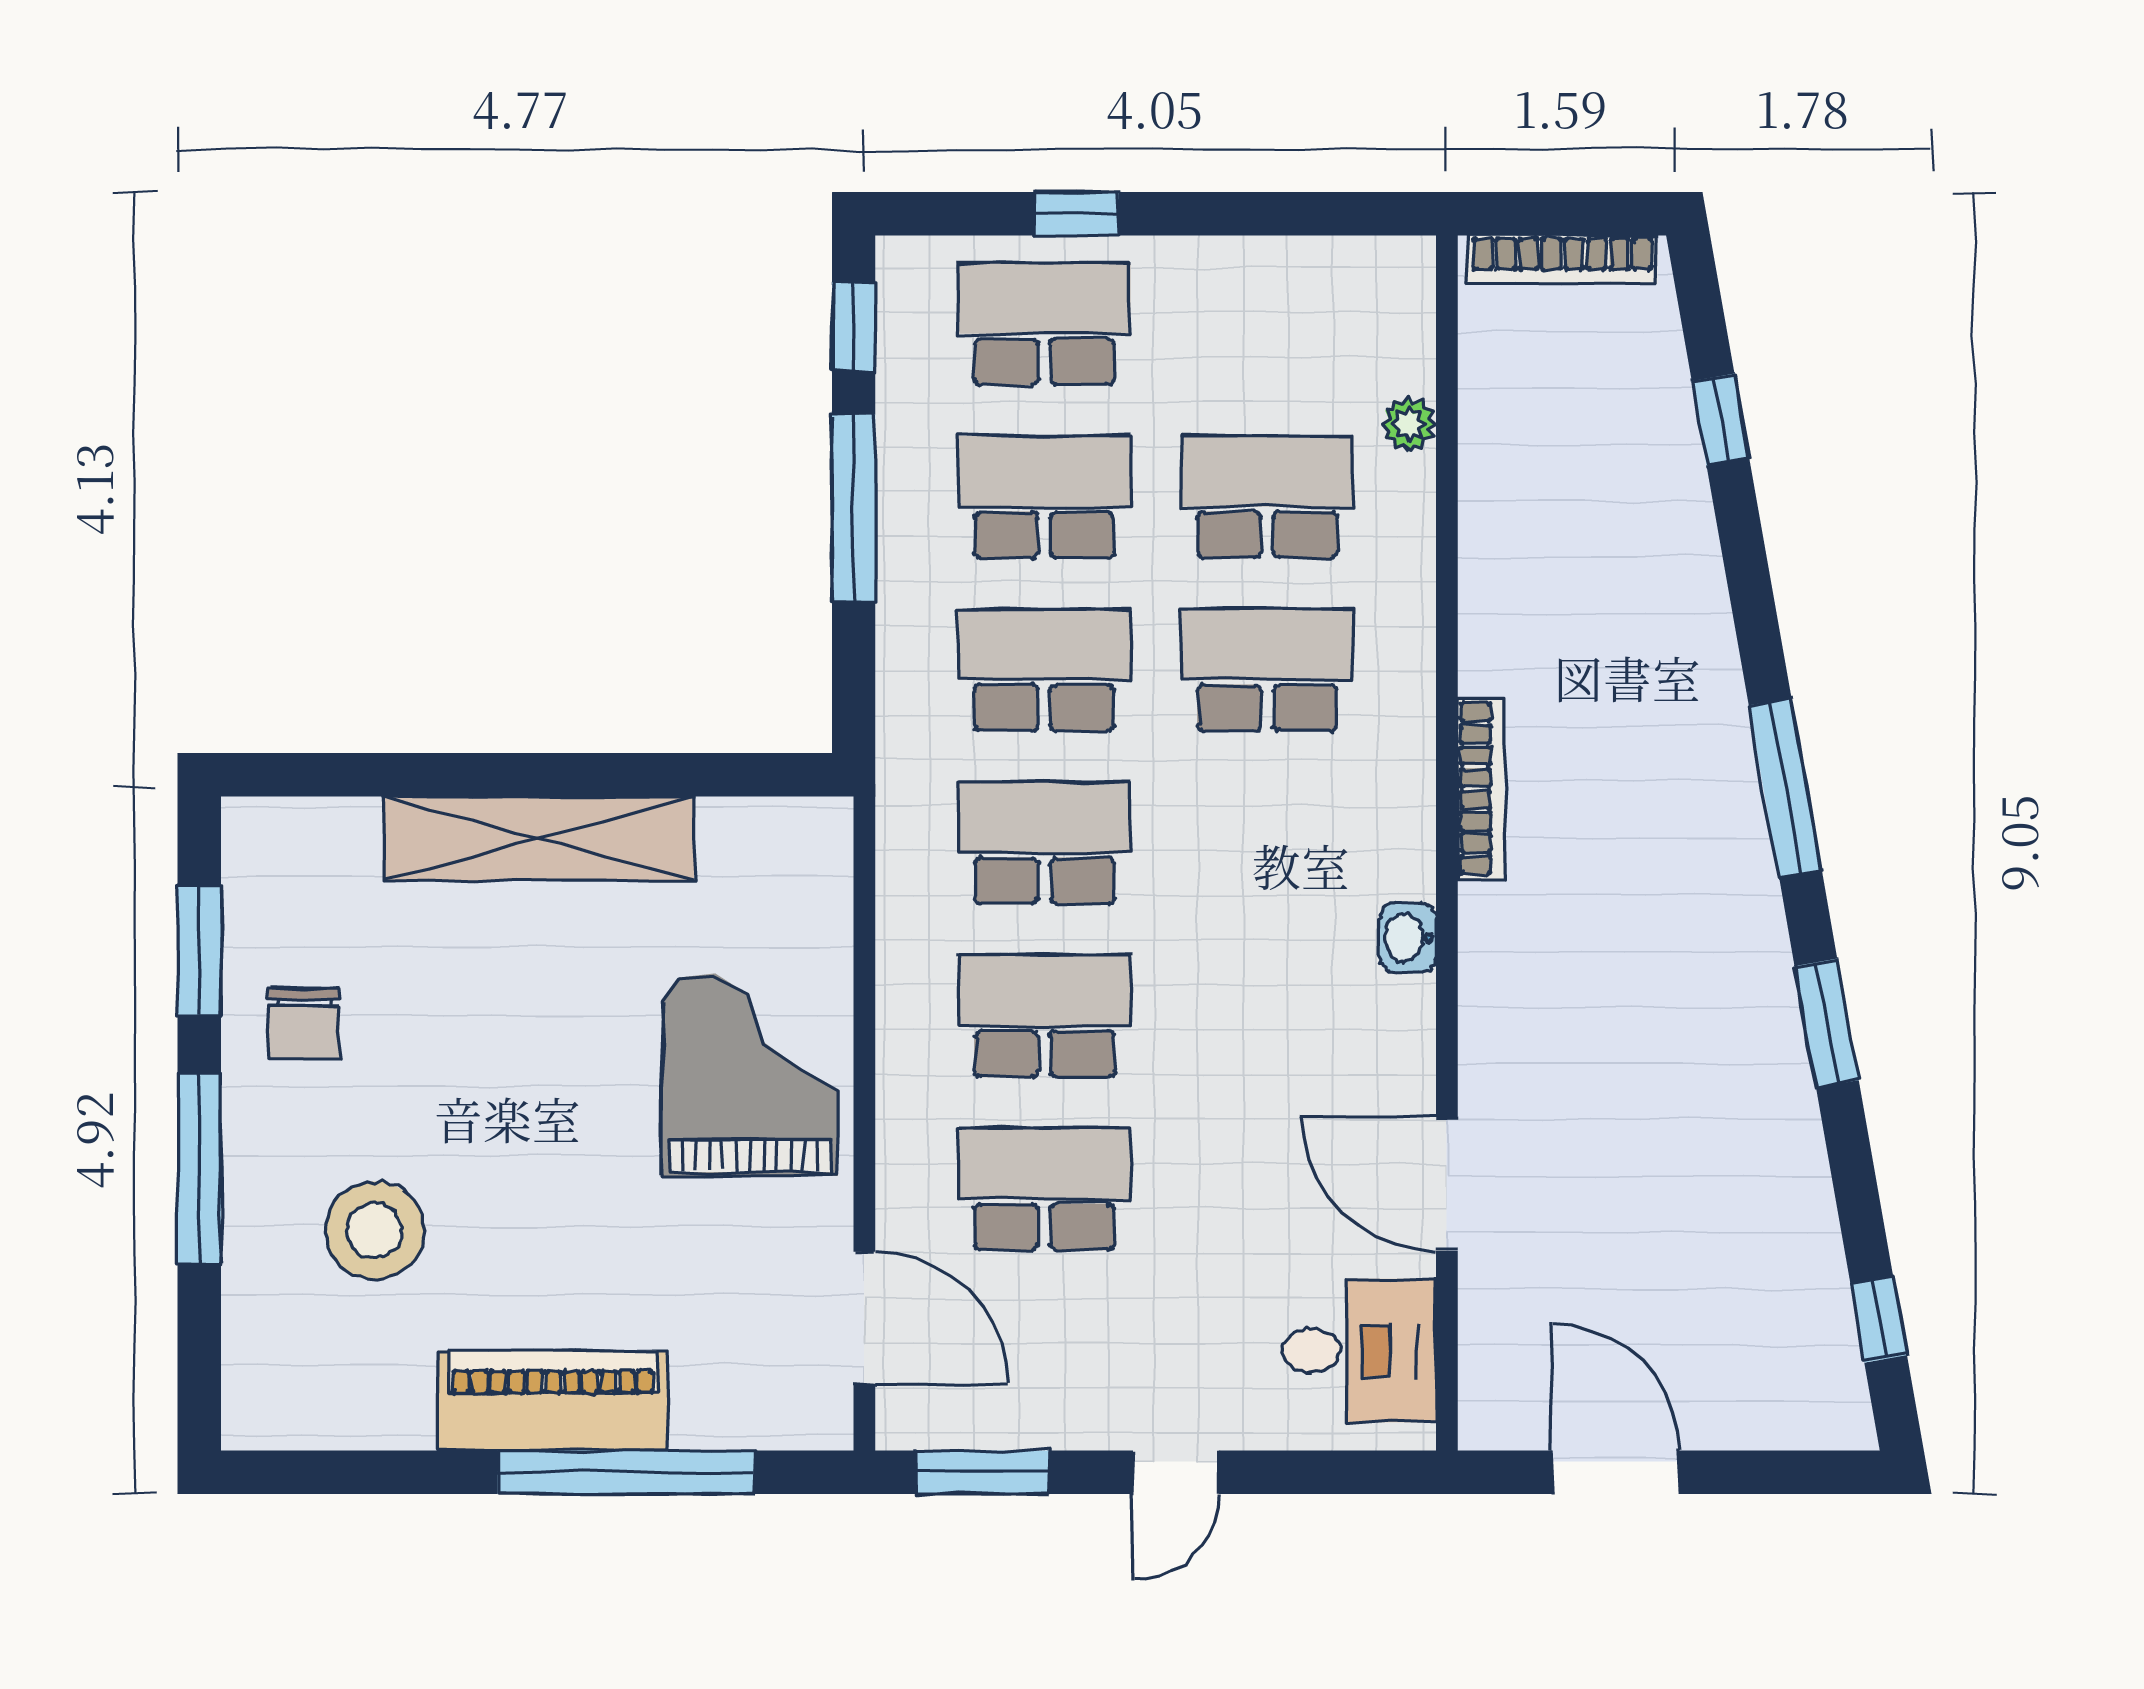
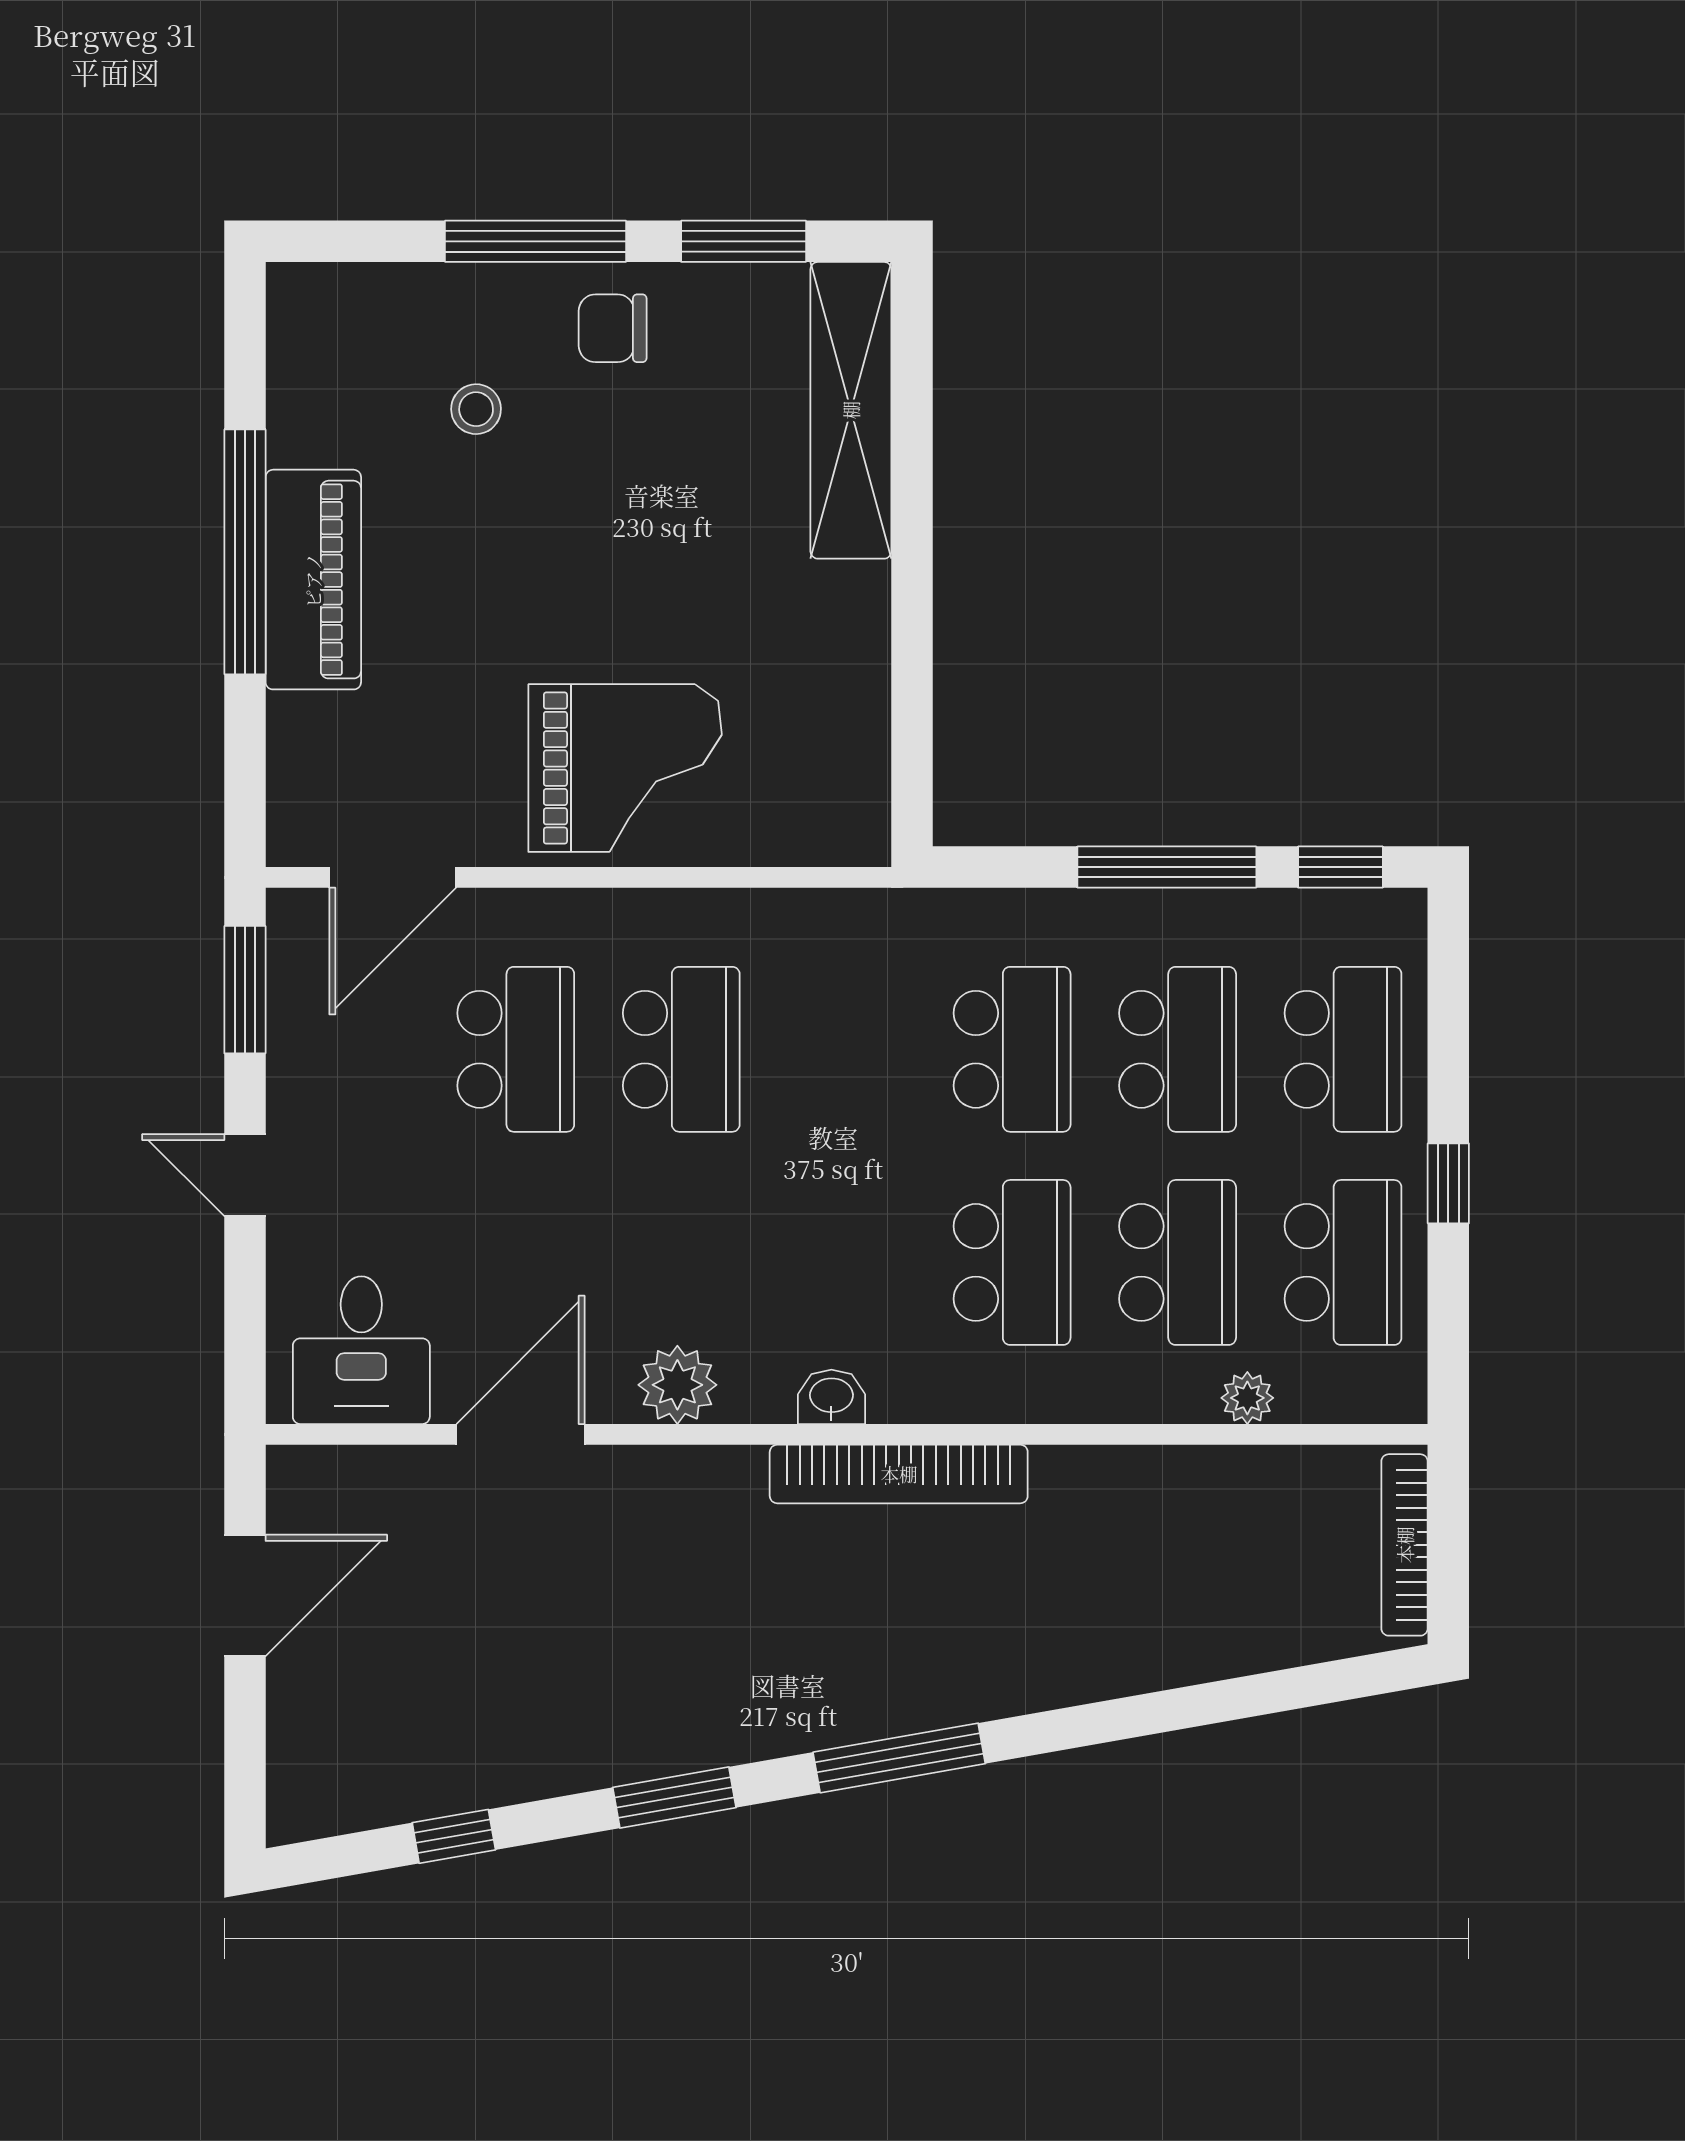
window: (1077, 214) -> (1448, 1183), moved
window: (1720, 420) -> (1252, 1696), removed
bookcase: (1481, 789) -> (899, 1474), width x1.48, depth x1.31
shelving: (539, 839) -> (851, 410), moved
school desk: (1044, 843) -> (1343, 1262), moved
washbasin: (1408, 938) -> (831, 1397), moved
plant: (1395, 1020) -> (677, 1385), added
chair: (304, 1023) -> (613, 328), moved
stool: (375, 1231) -> (476, 409), width x0.53, depth x0.53
window: (1879, 1319) -> (454, 1836), moved
window: (626, 1472) -> (245, 552), moved

